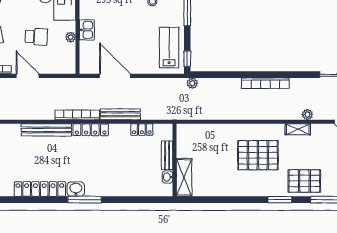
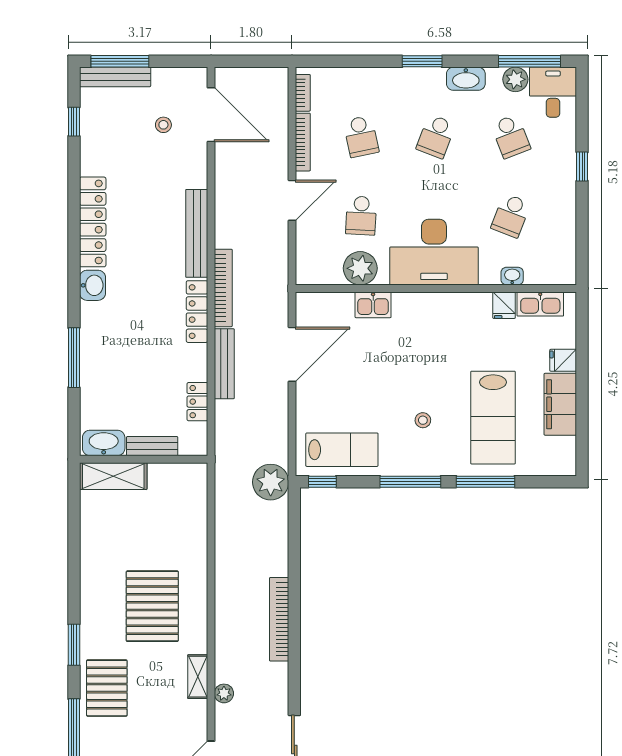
plant: (71, 37) -> (360, 268), width x1.87, depth x1.87
plant: (192, 83) -> (271, 482), width x1.88, depth x1.88
washbasin: (168, 177) -> (104, 443), width x1.91, depth x1.45
window: (85, 200) -> (74, 358), moved

